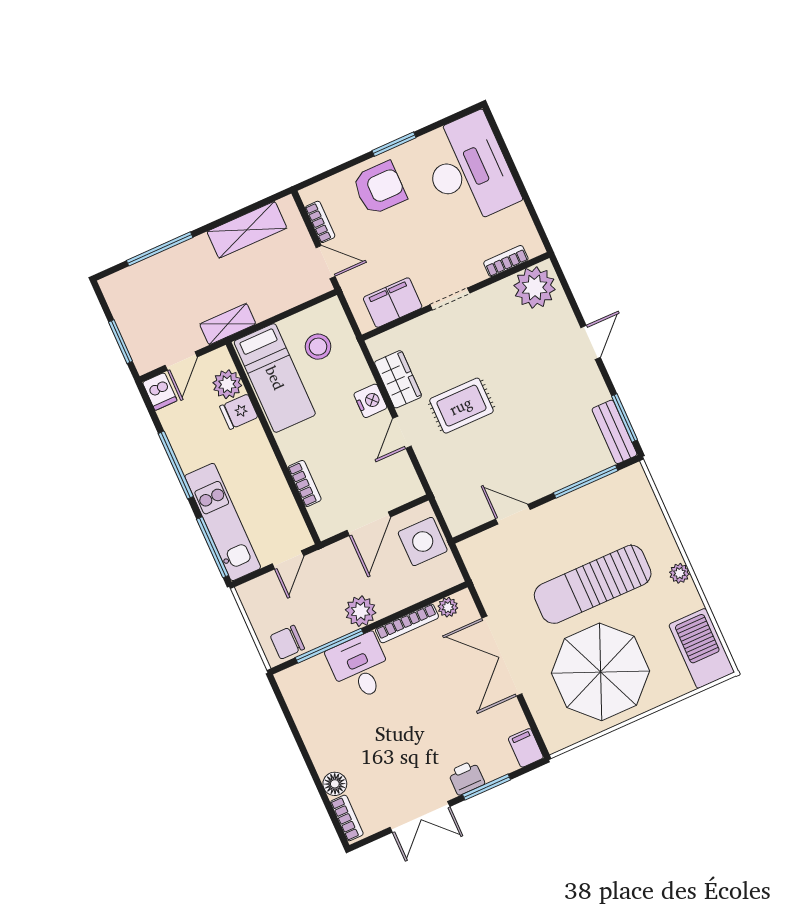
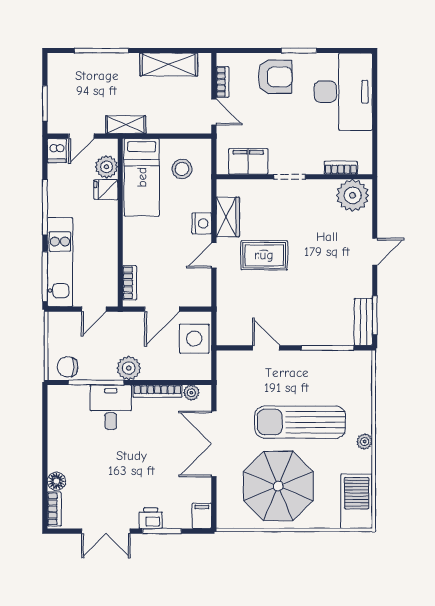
bookcase: (305, 483) -> (130, 283), moved

